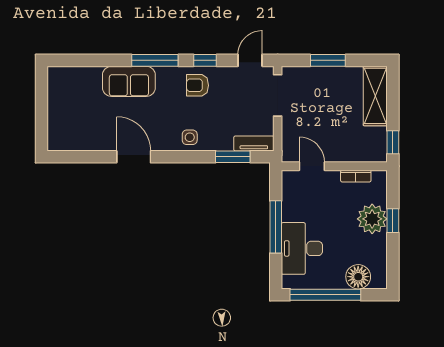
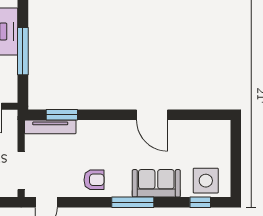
window: (205, 60) -> (200, 202), moved
side table: (190, 137) -> (206, 181), moved, width x1.87, depth x1.87
tv unit: (254, 143) -> (50, 127), width x1.41

